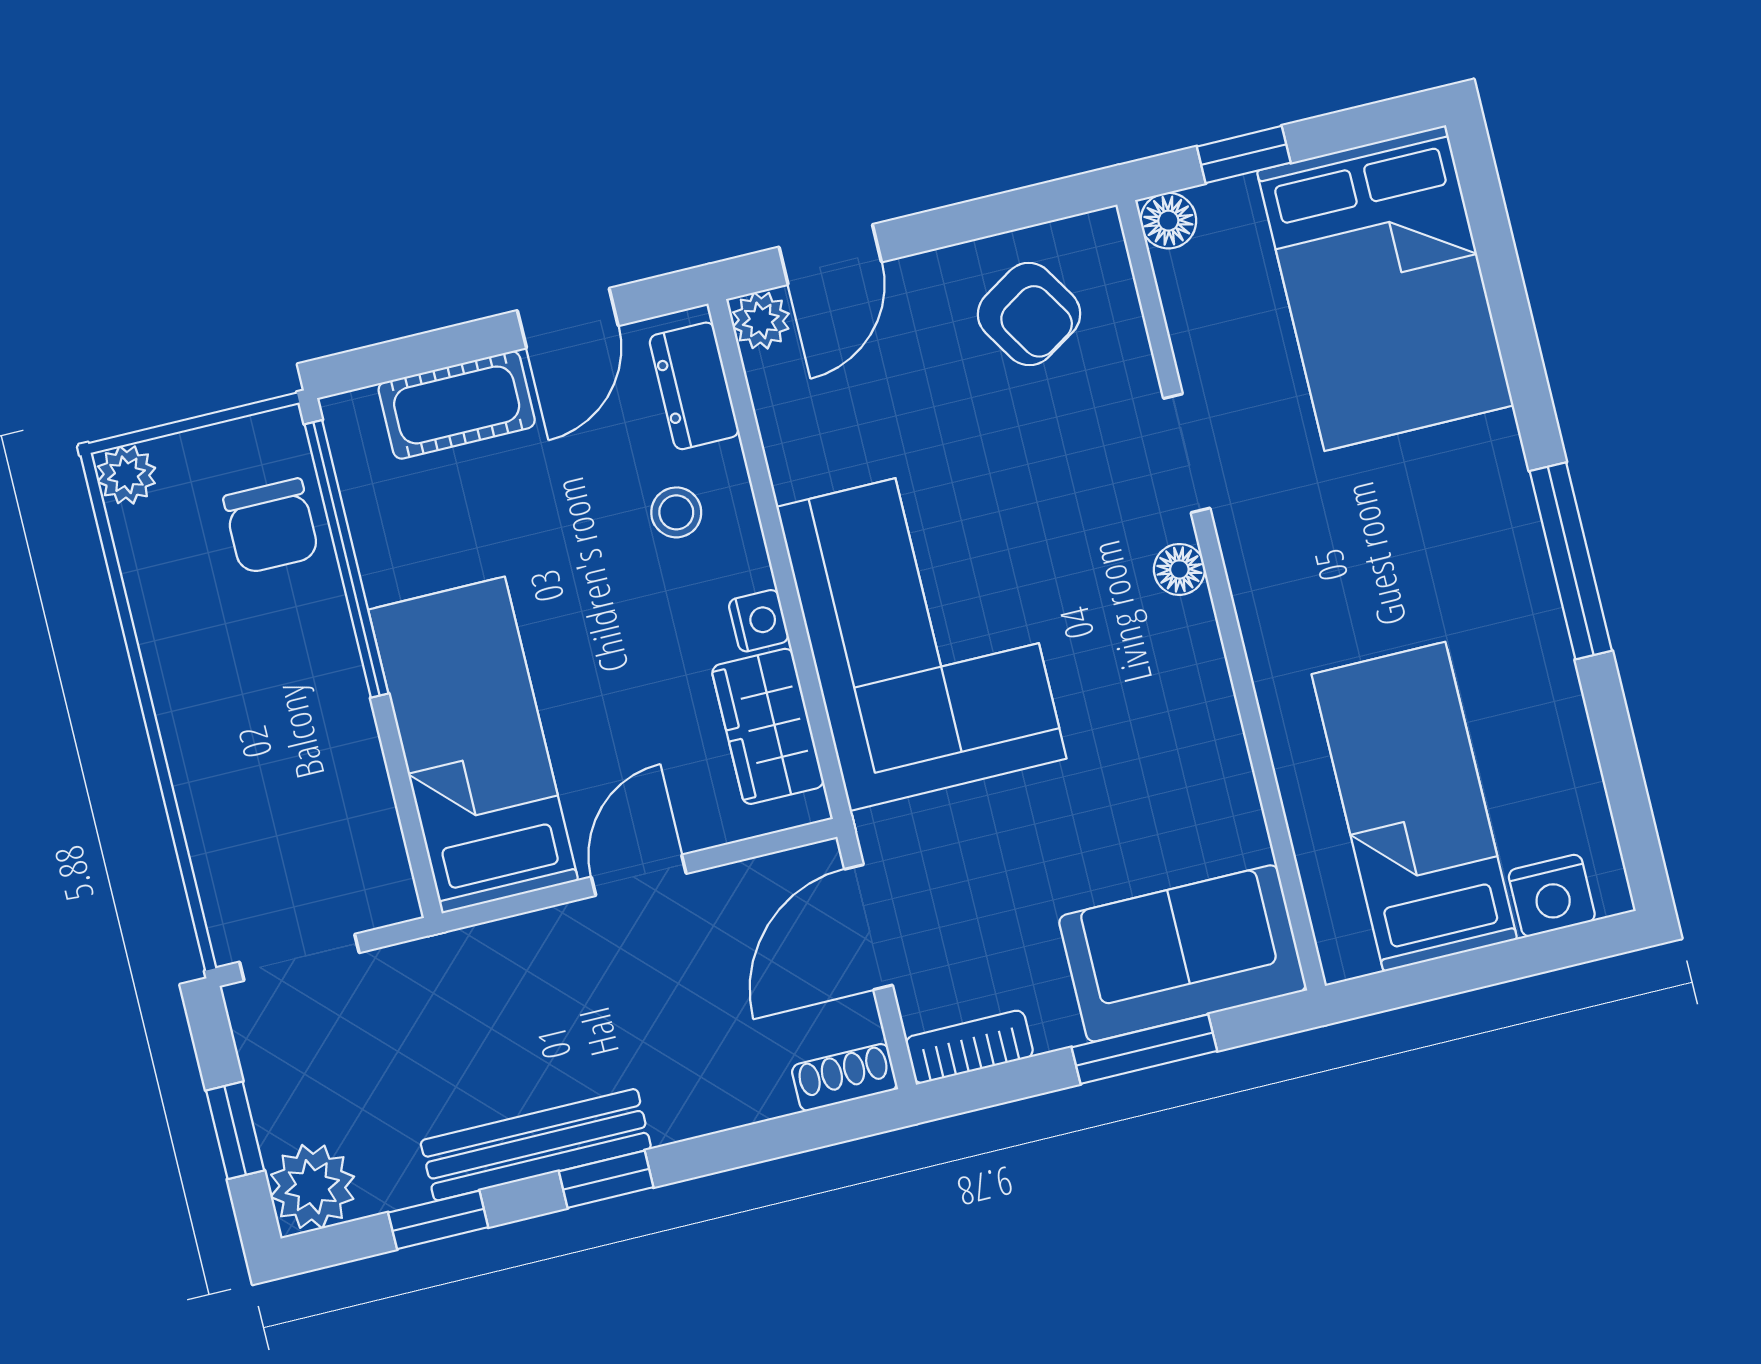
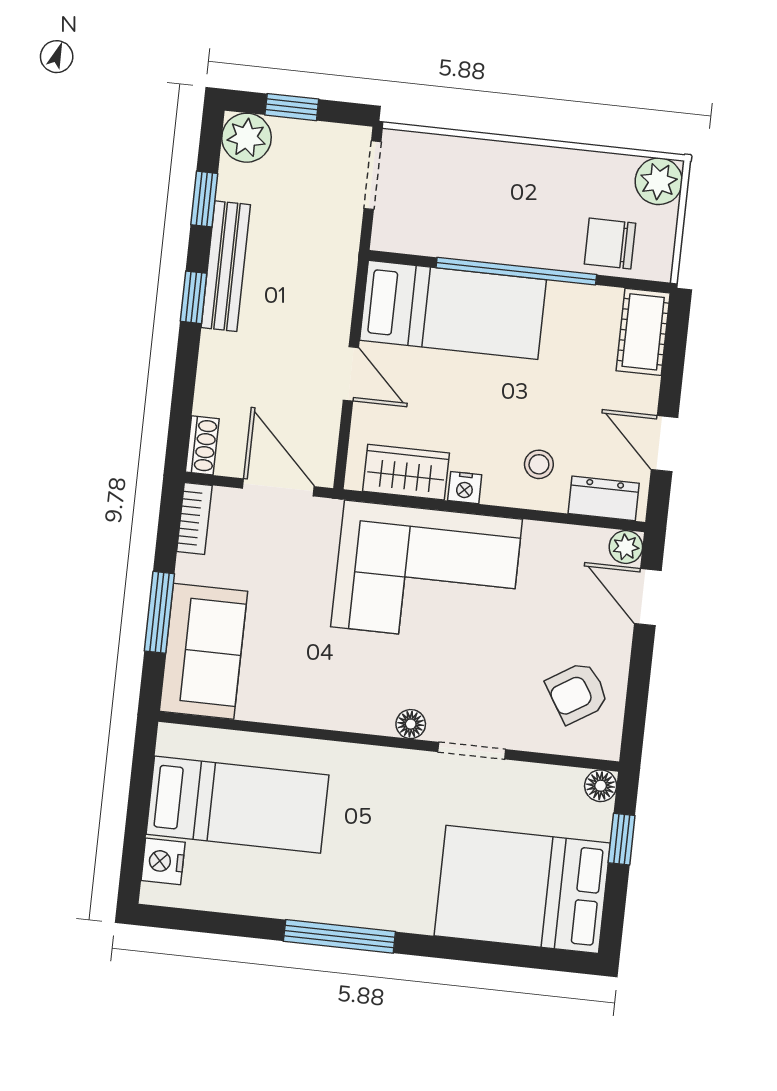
cot: (457, 405) -> (643, 332), moved
plant: (126, 475) -> (659, 181), width x1.38, depth x1.38
window: (346, 559) -> (516, 271), moved

